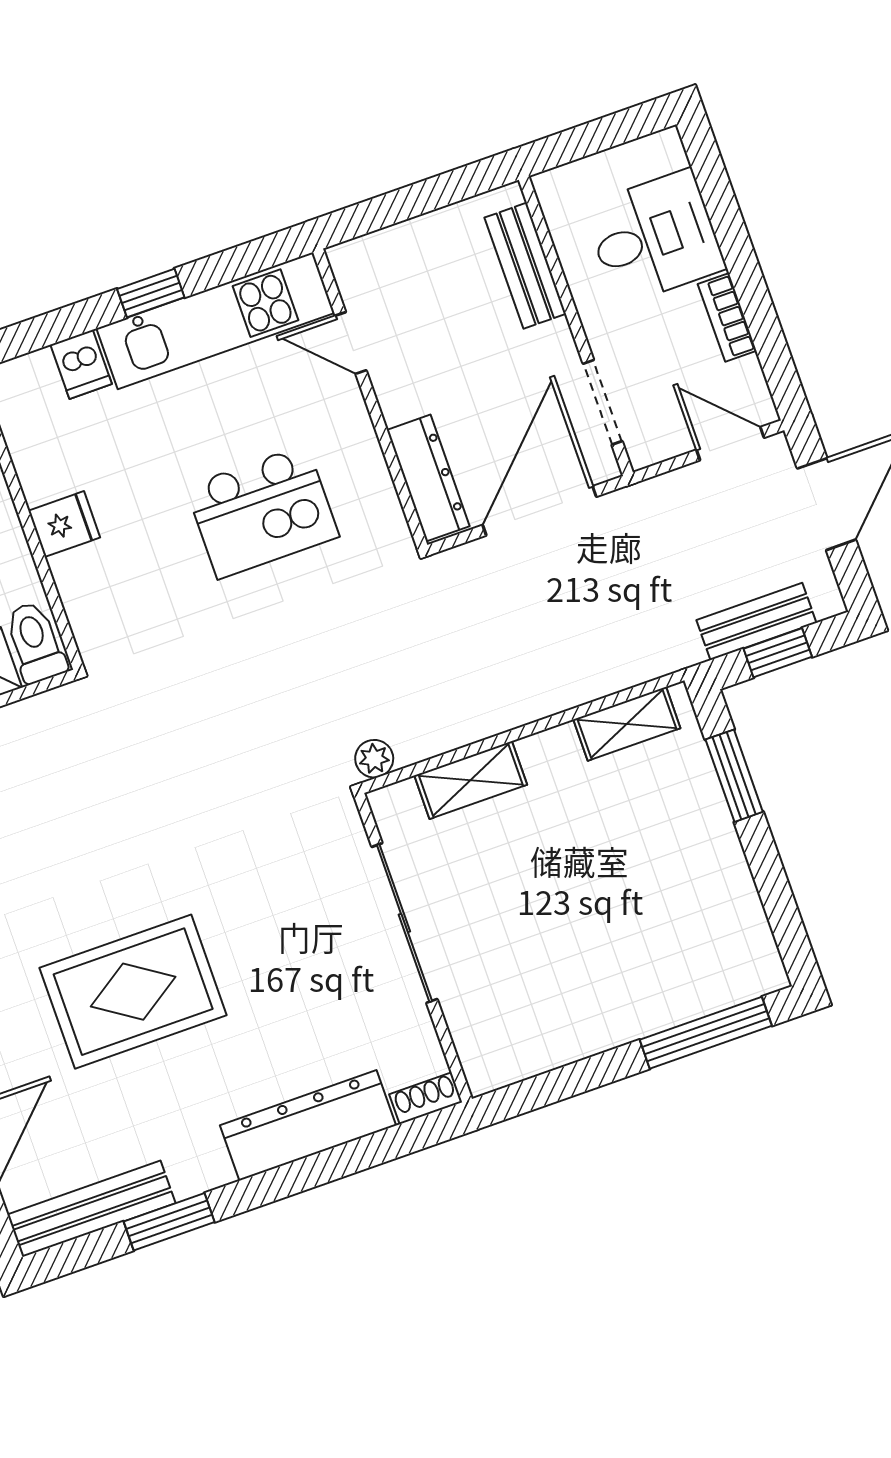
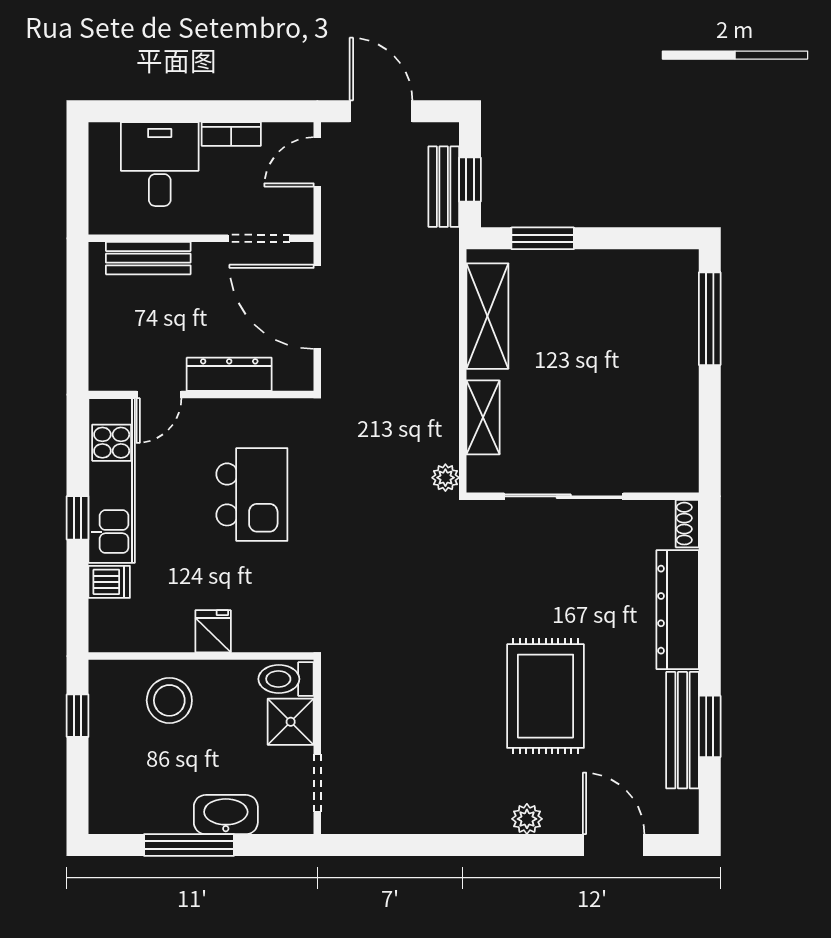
dresser: (428, 478) -> (229, 374), moved
shelving: (627, 724) -> (487, 316), width x1.50, depth x1.33
bench: (91, 1209) -> (682, 730), moved

